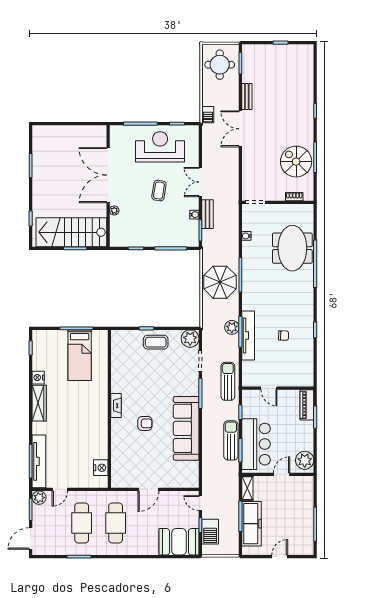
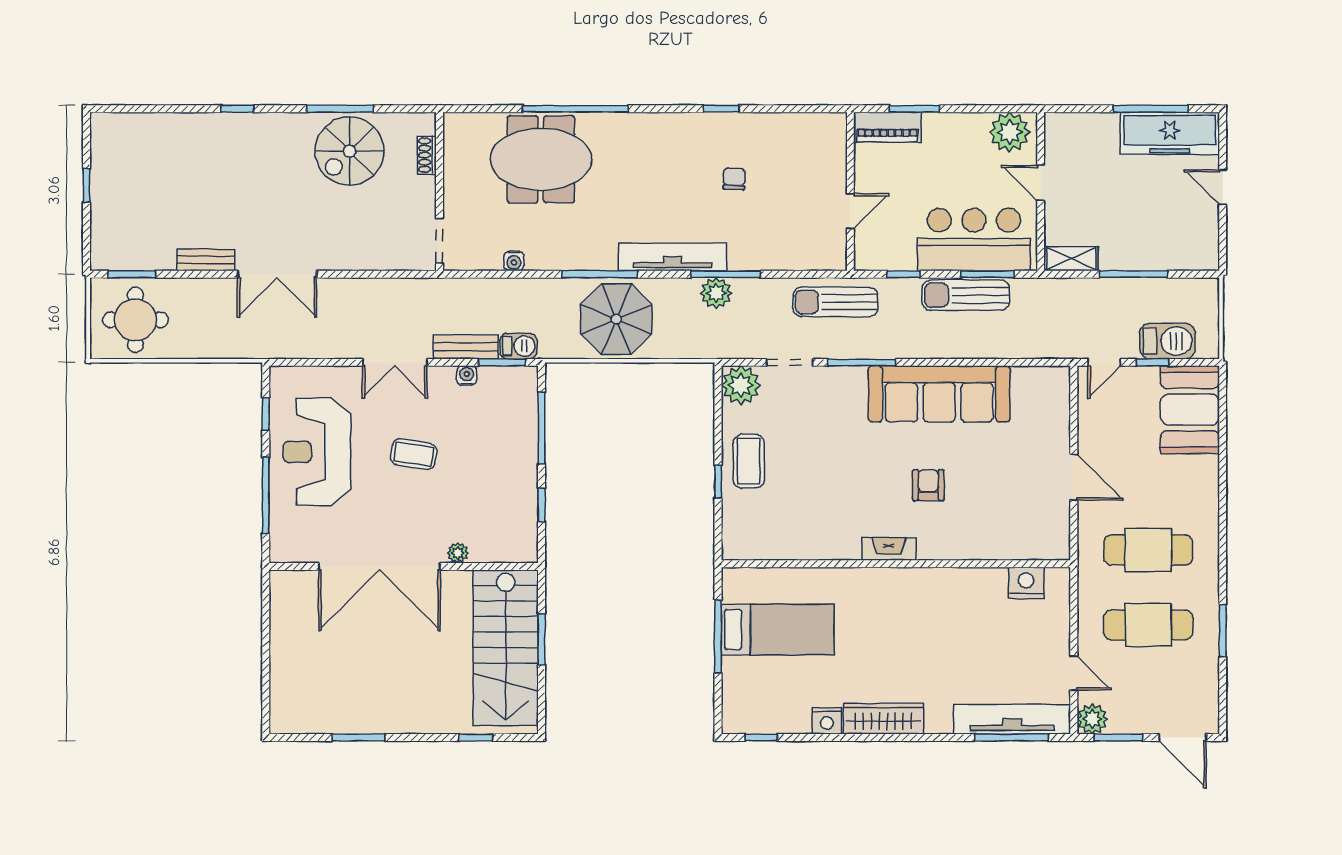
barbecue: (208, 115) -> (519, 346), moved
tv unit: (248, 336) -> (672, 257), moved
freezer: (251, 524) -> (1170, 133), moved, turned 180

